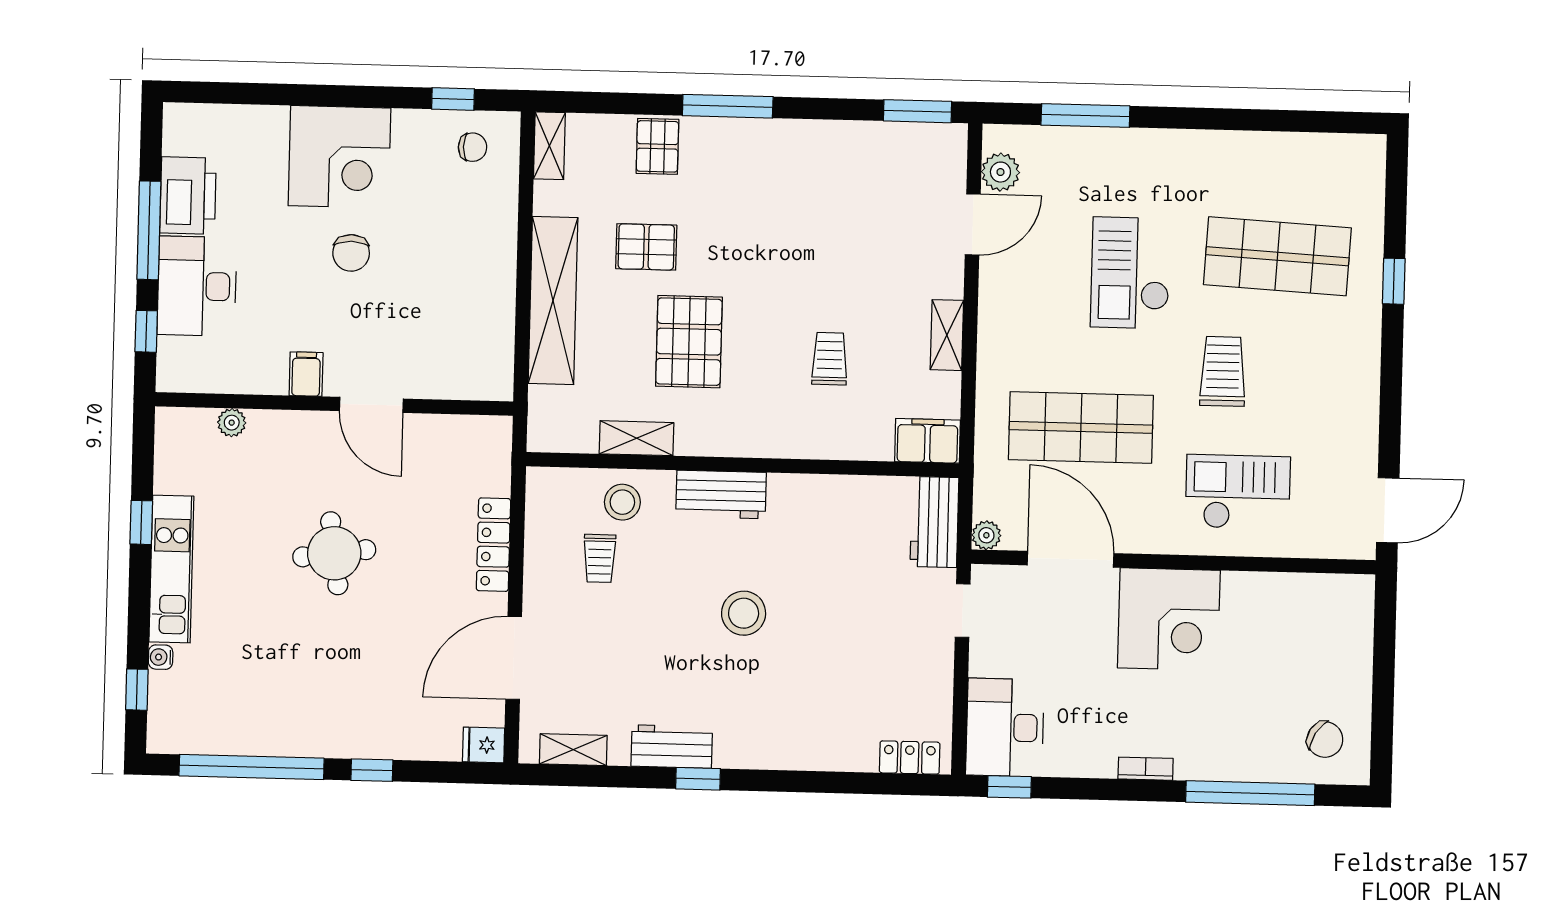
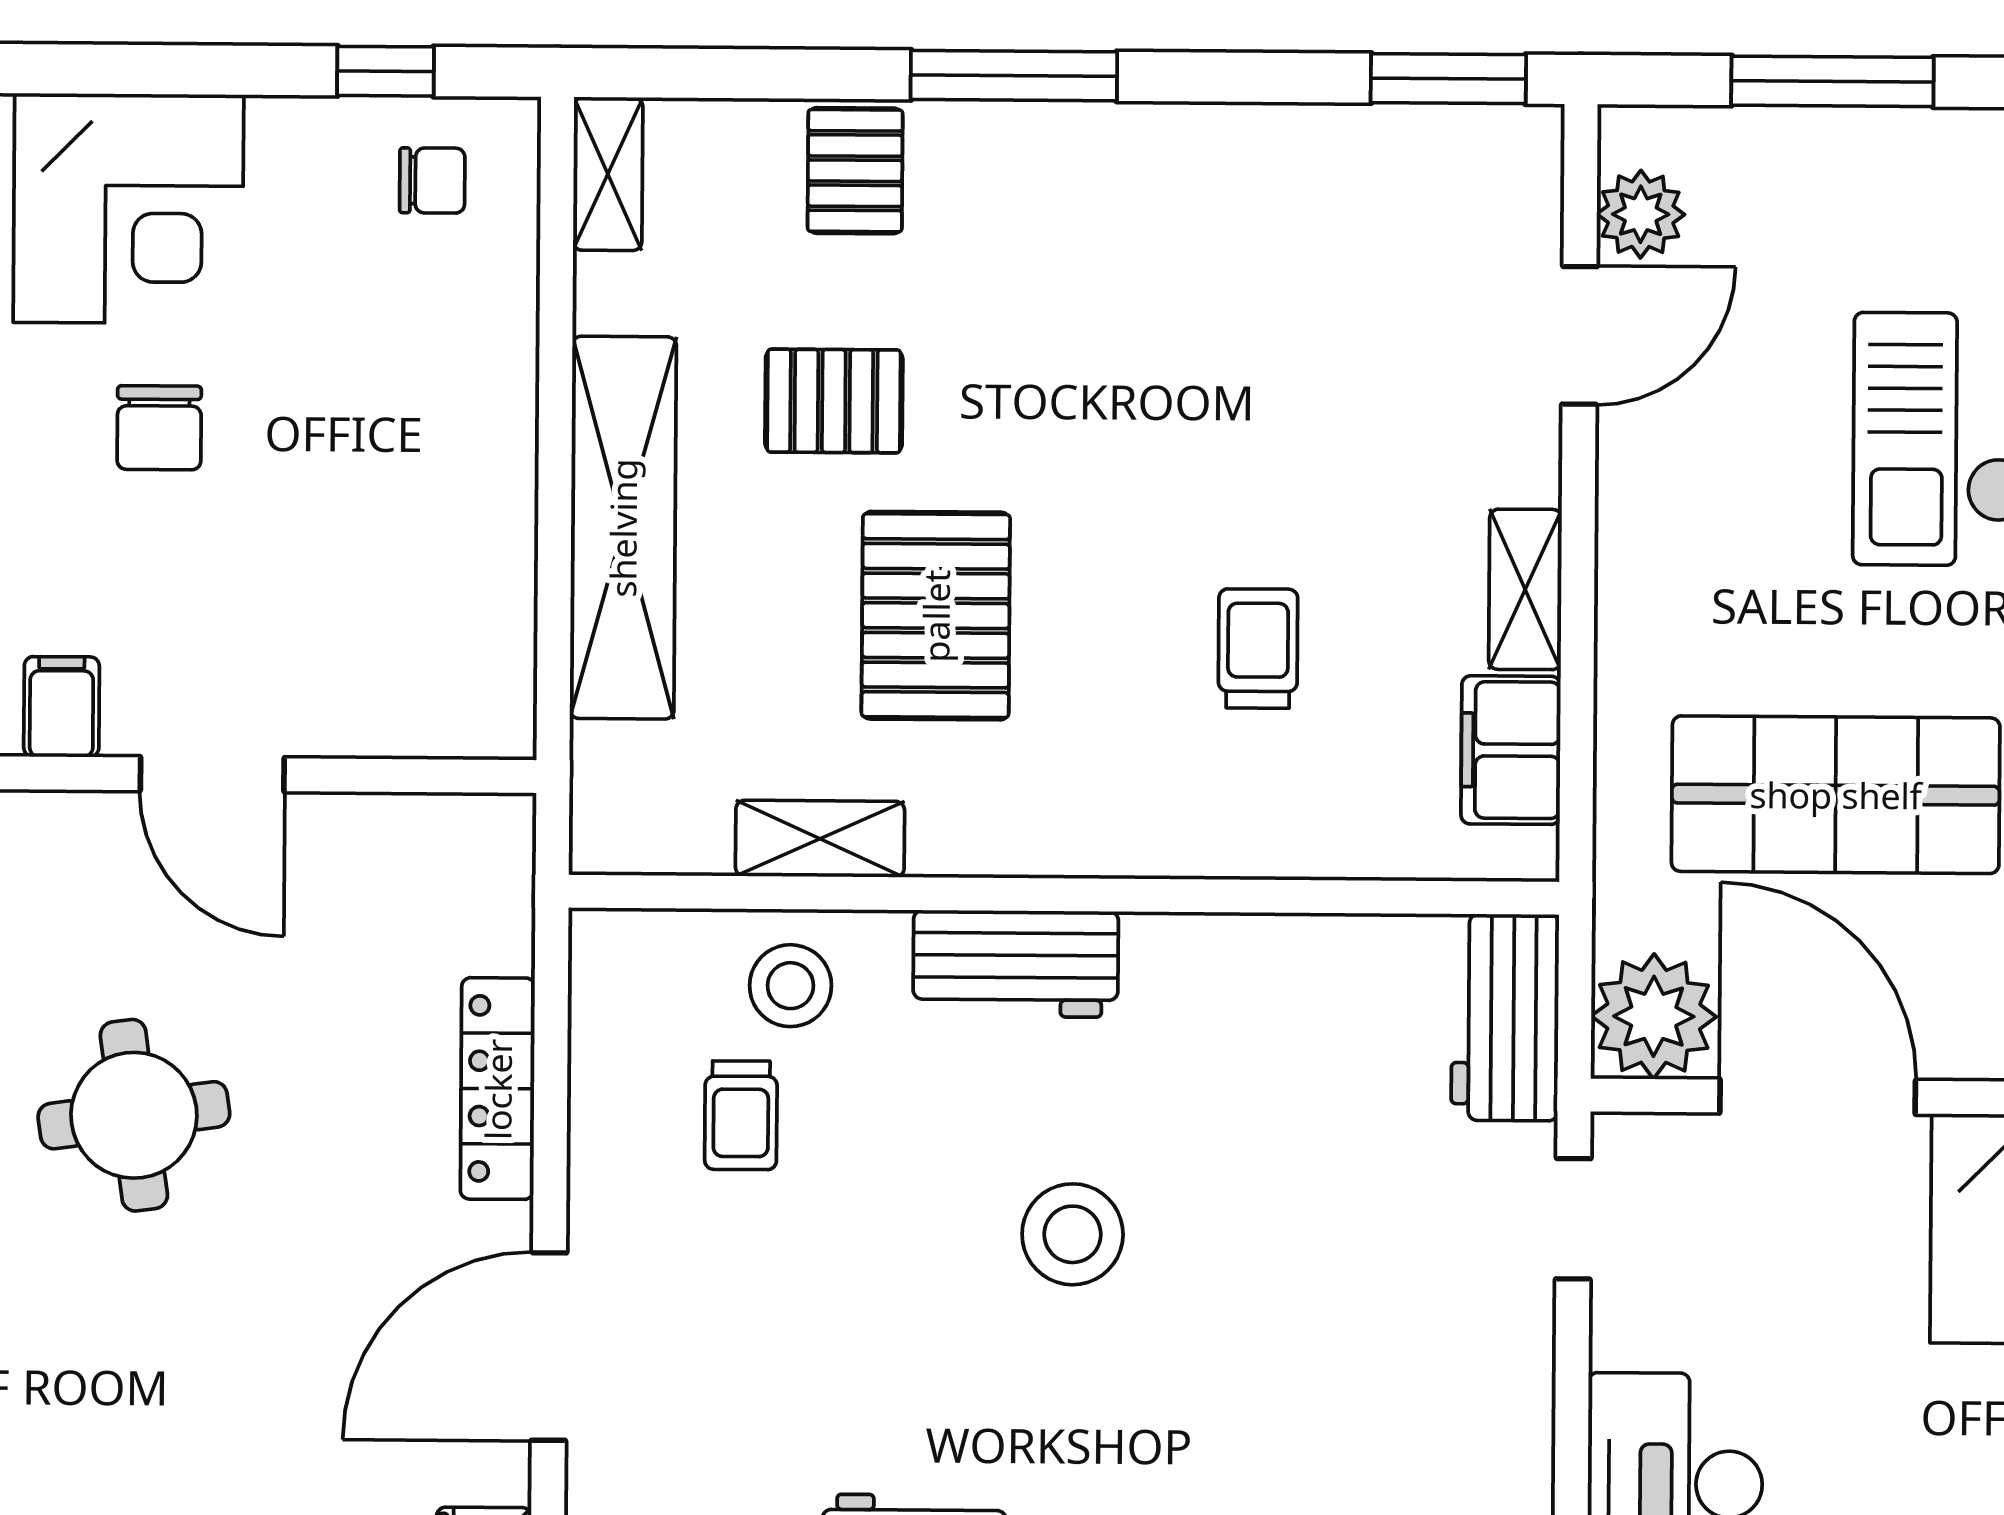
filing cabinet: (927, 441) -> (1511, 750), moved, turned -90
plant: (986, 535) -> (1654, 1016), width x1.88, depth x1.88

